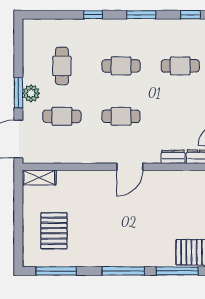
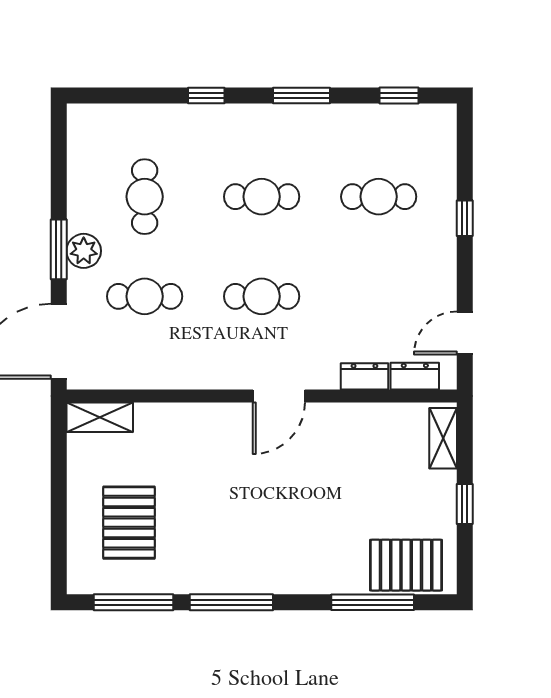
window: (123, 271) -> (231, 602), moved

